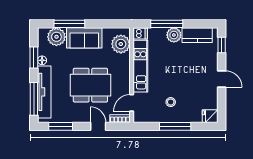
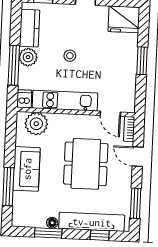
plant: (56, 37) -> (24, 203), removed
window: (34, 99) -> (100, 235), width x0.46
stool: (171, 102) -> (70, 56), moved
fridge: (210, 116) -> (124, 19), width x1.88, depth x1.34
door: (98, 126) -> (138, 157), hinge flipped
window: (175, 126) -> (142, 61), width x0.69

